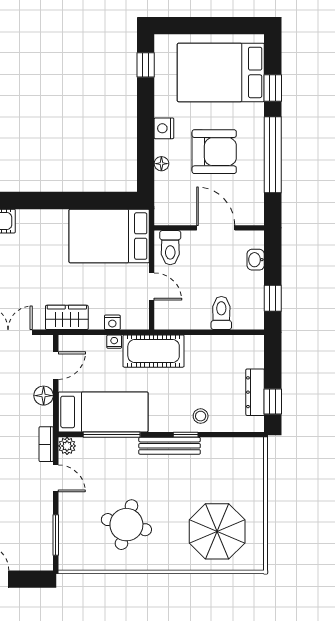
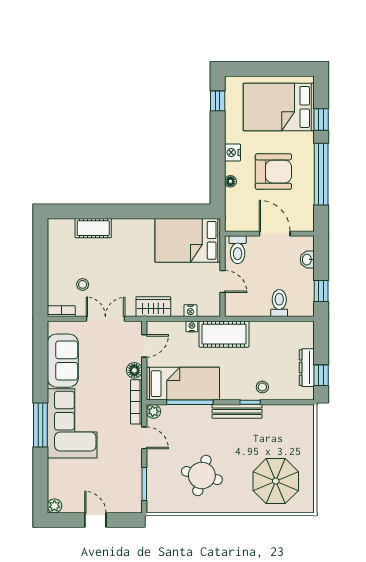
bookcase: (46, 444) -> (136, 402), width x1.56

